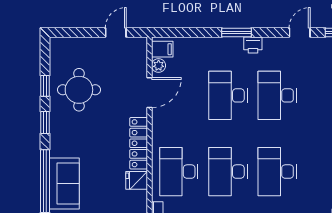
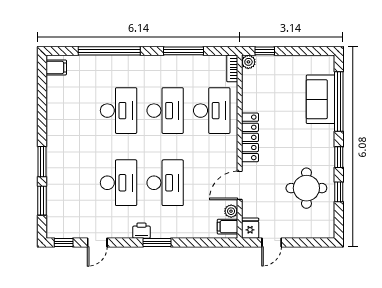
fridge: (137, 180) -> (250, 228), moved, turned -90

